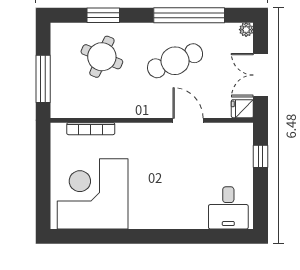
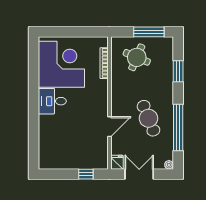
round table: (102, 57) -> (137, 57), moved
window: (43, 79) -> (149, 32), moved
desk: (228, 208) -> (52, 101), moved

